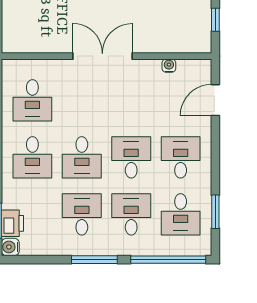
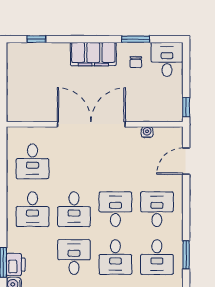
window: (215, 20) -> (186, 107), moved
double door: (102, 56) -> (91, 124), width x1.36
desk: (131, 214) -> (115, 257), turned 180

